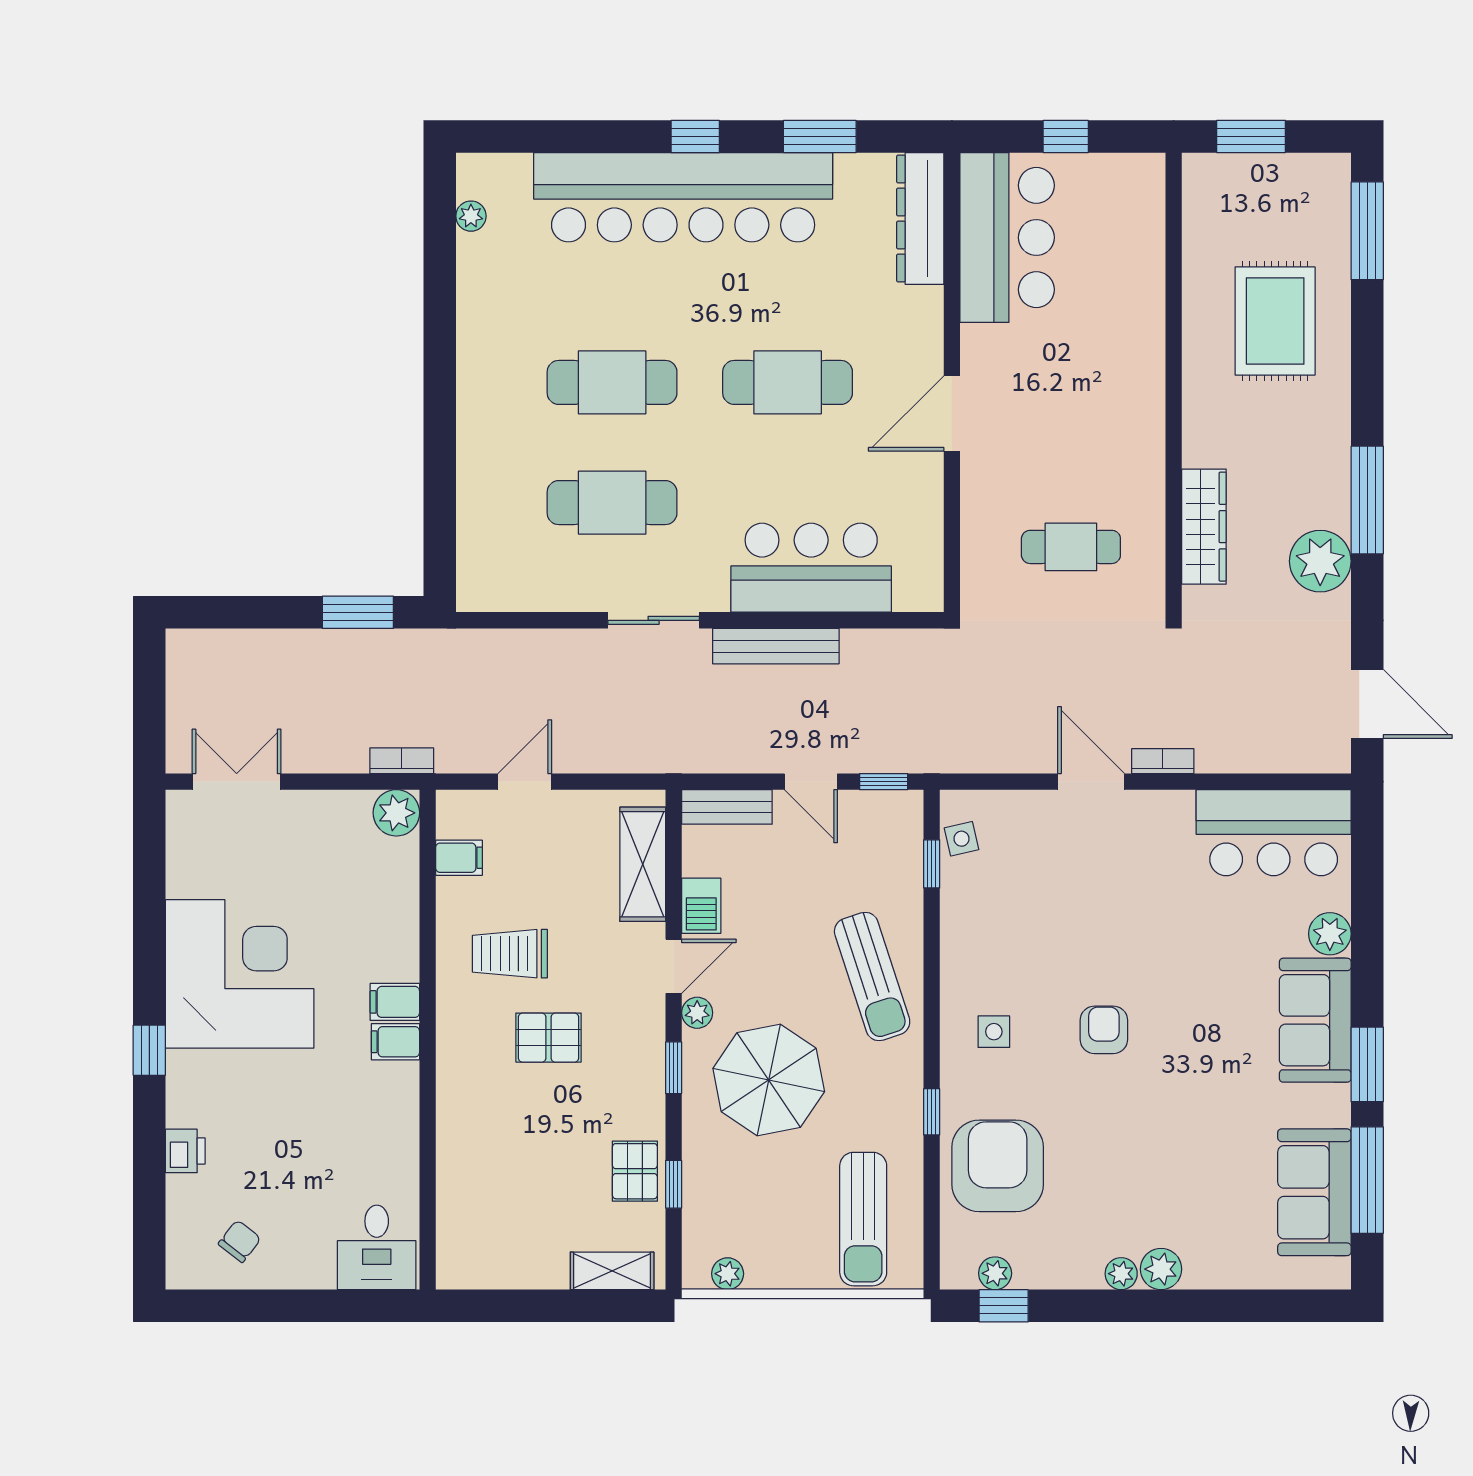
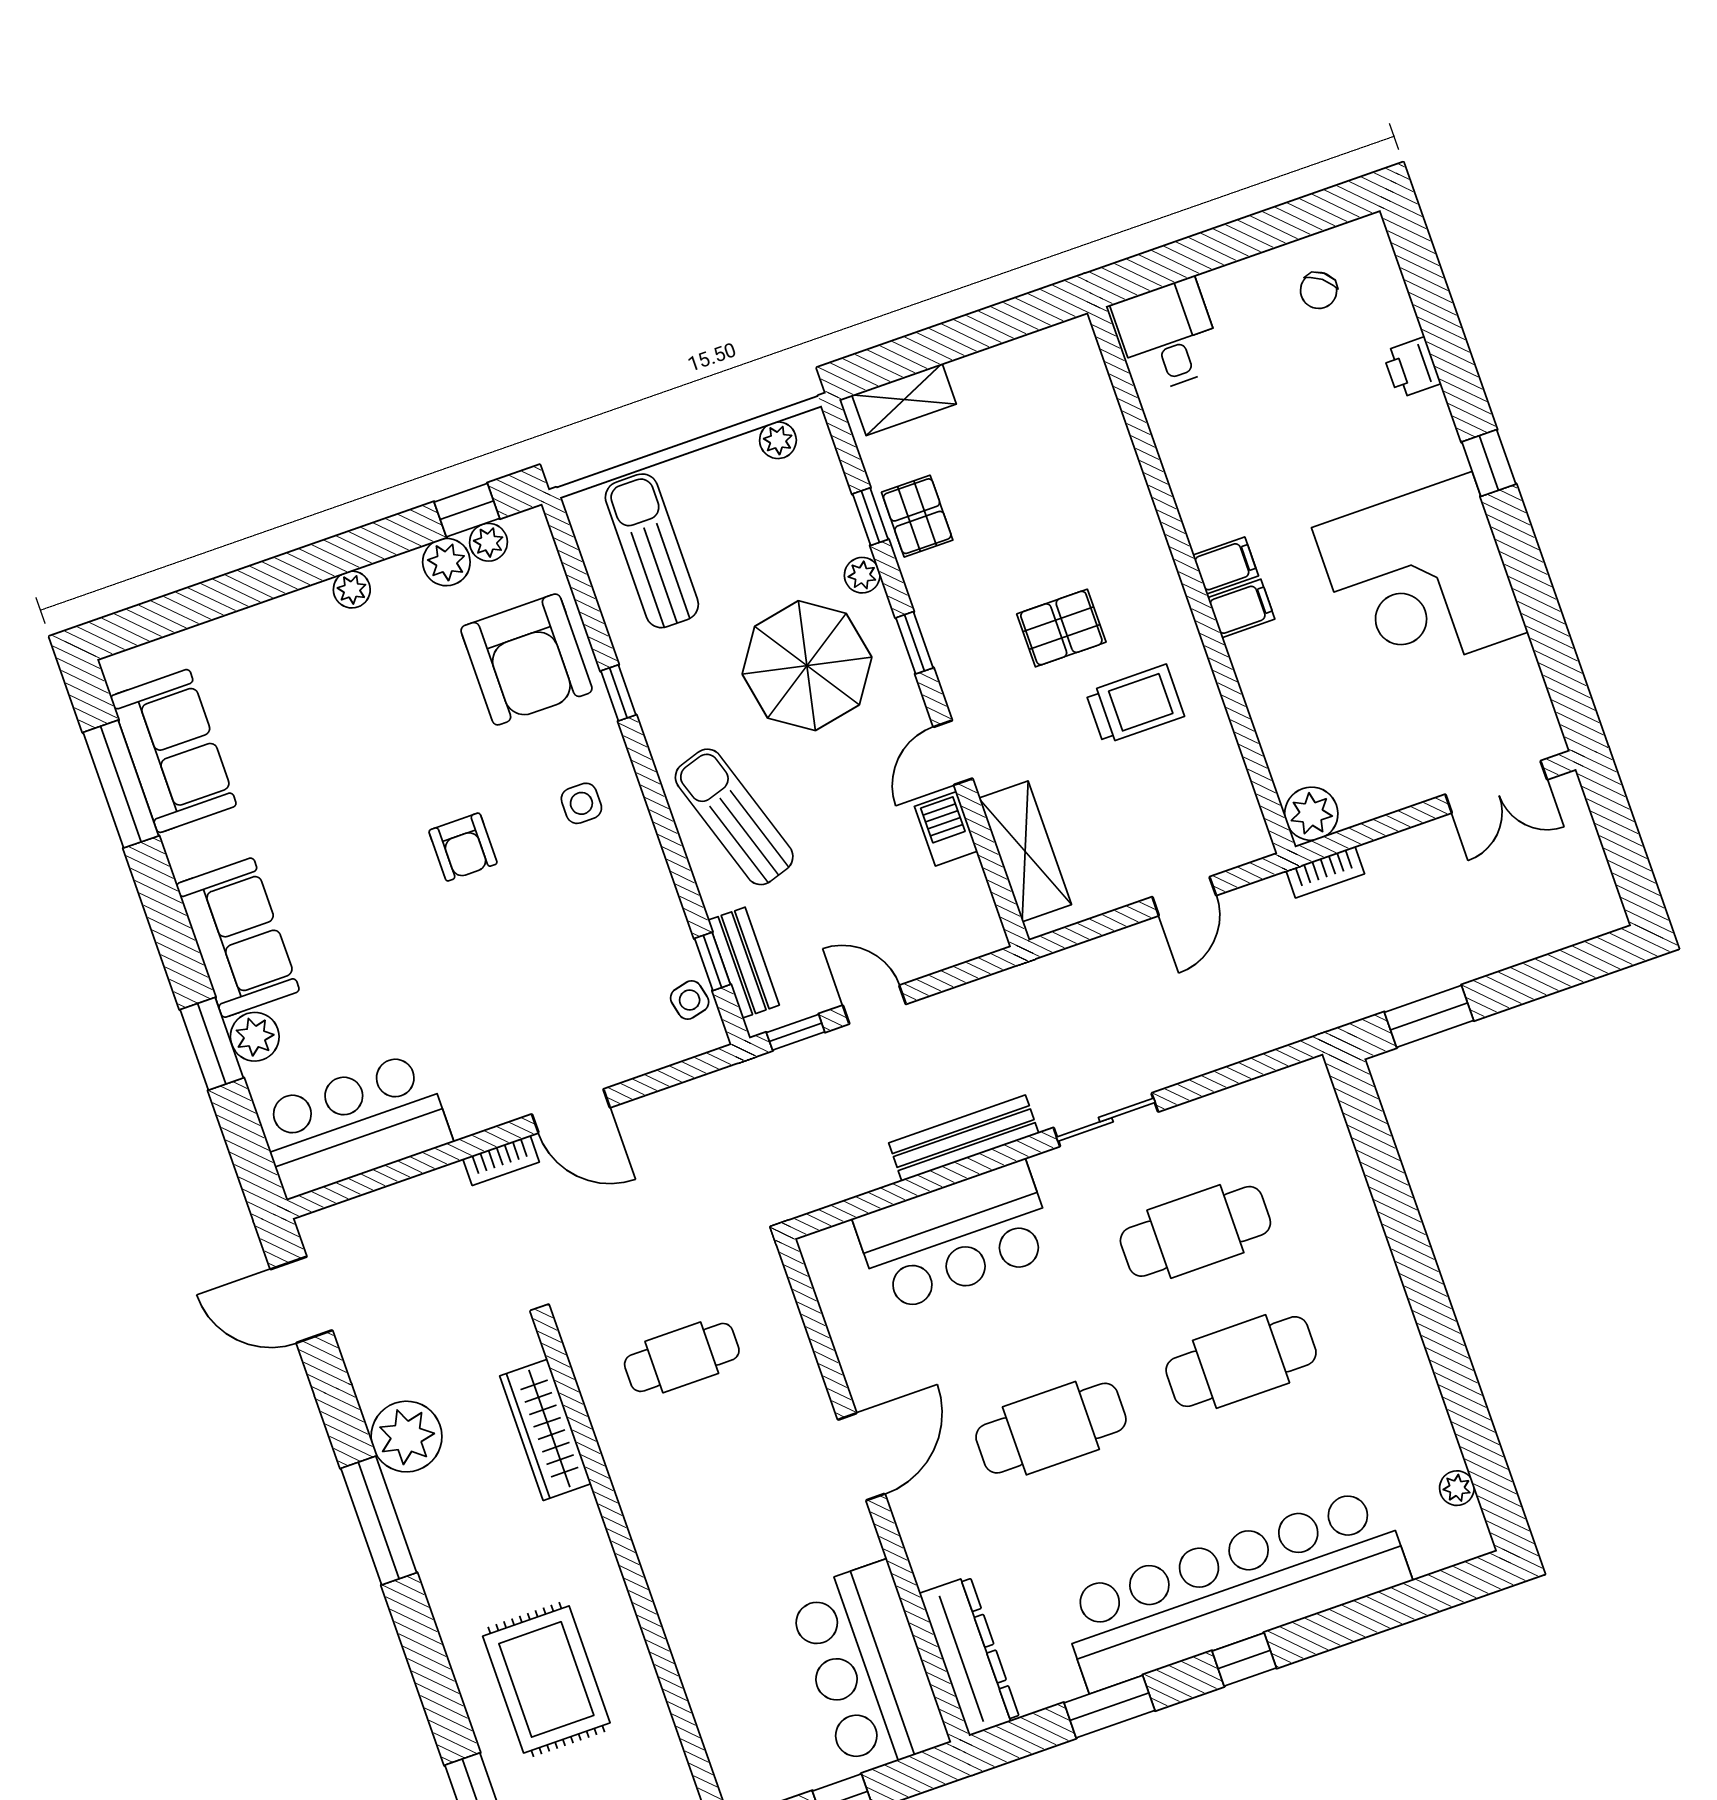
bench: (727, 807) -> (744, 963), moved, turned 90
filing cabinet: (459, 858) -> (1226, 789), removed
plant: (697, 1013) -> (862, 575), moved
window: (1367, 1064) -> (212, 1044), moved
plant: (1161, 1269) -> (446, 562), moved

